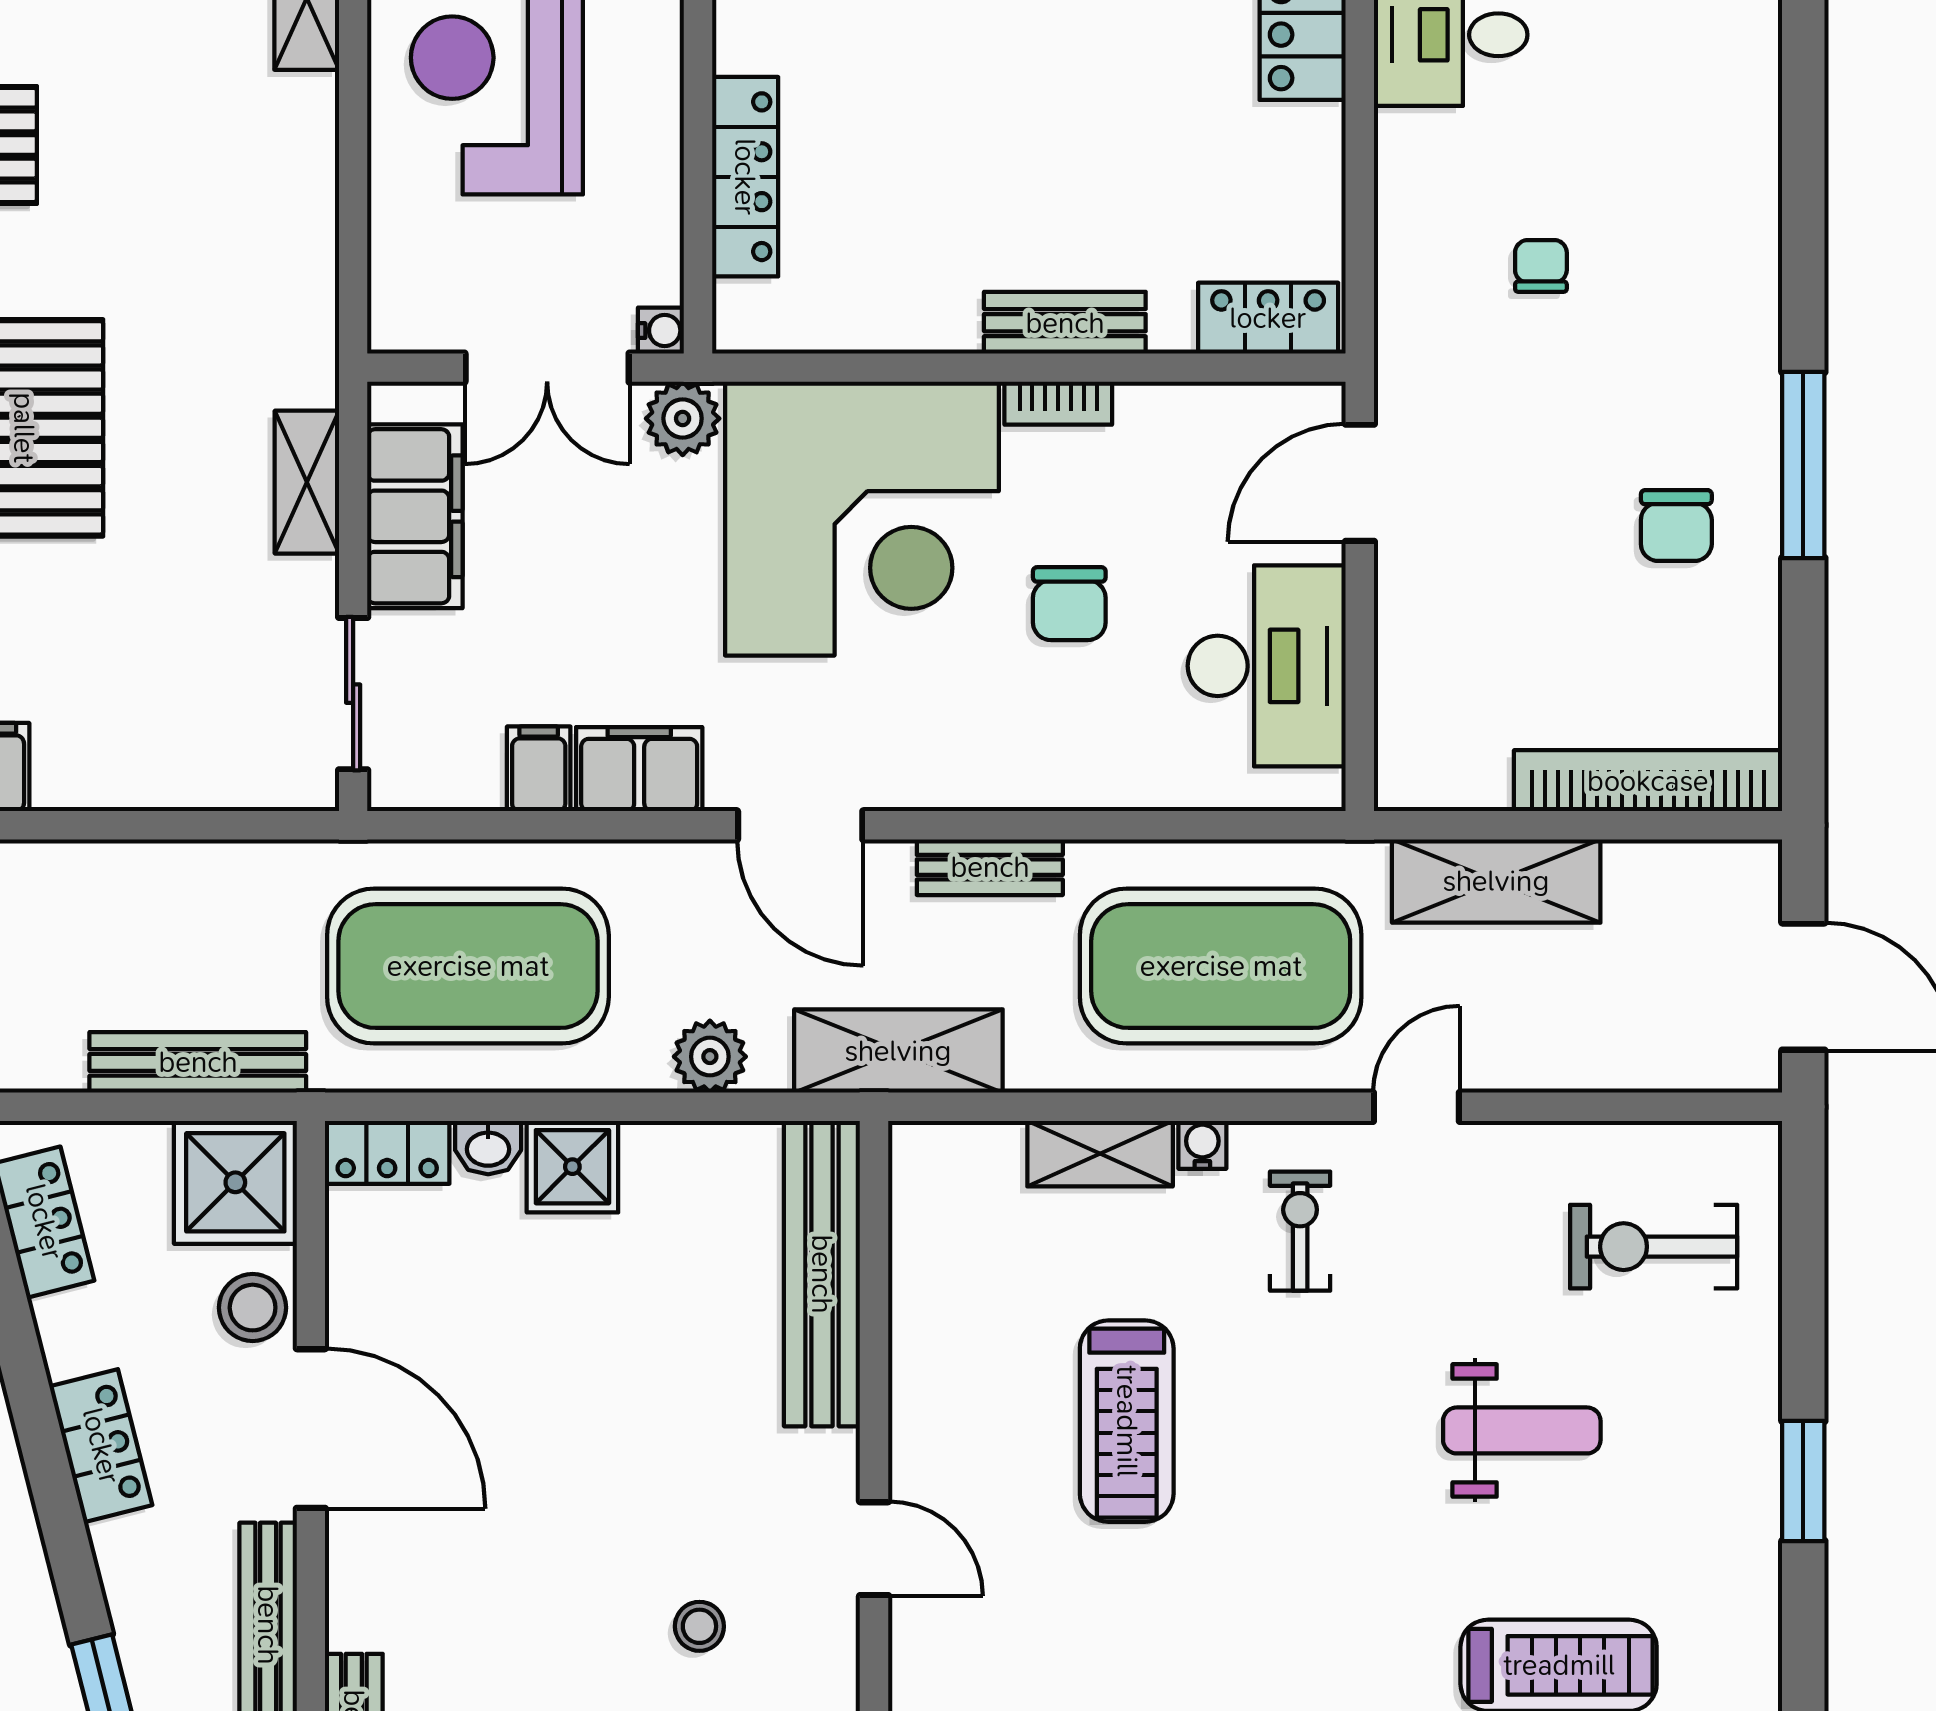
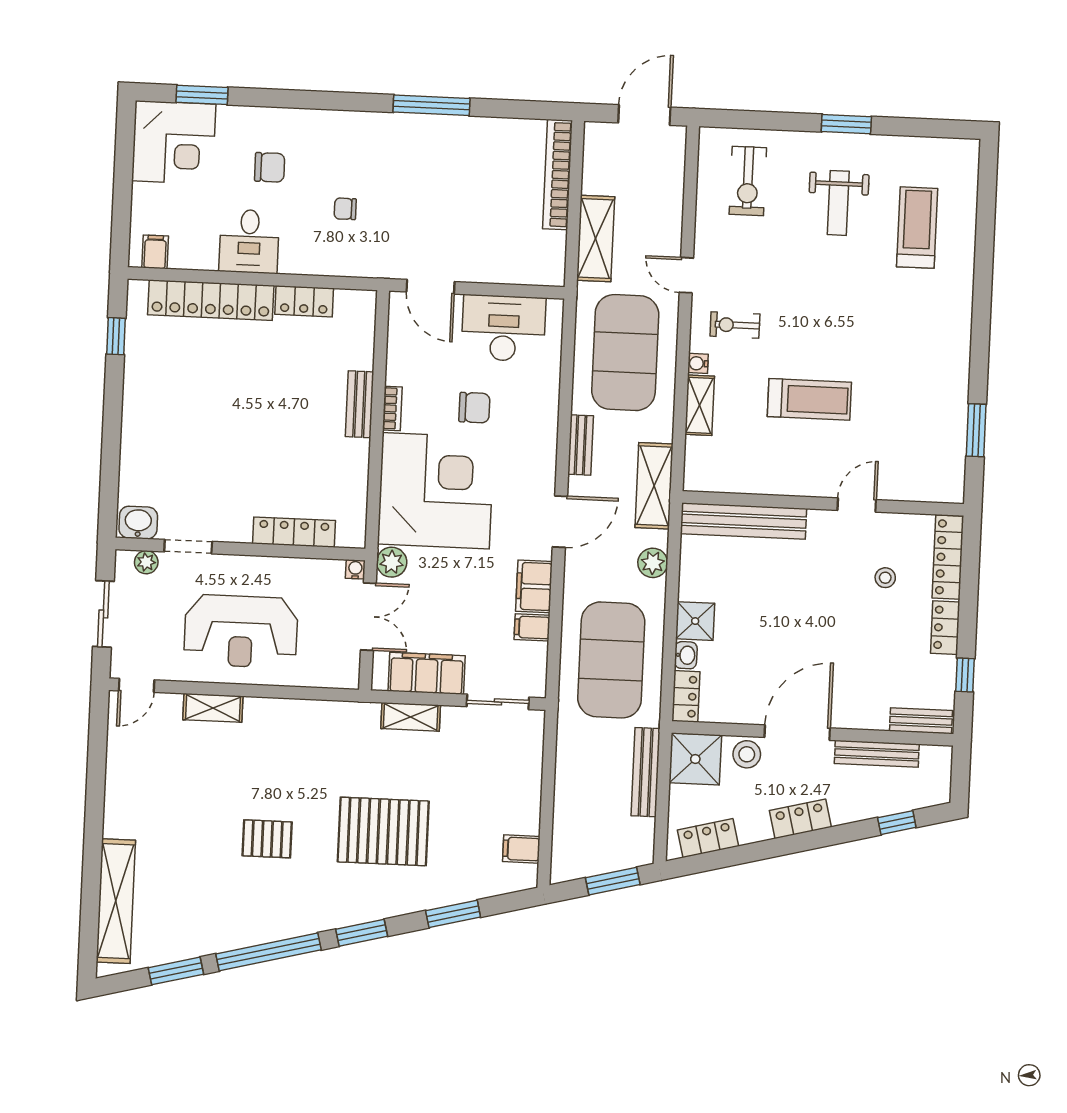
locker: (1268, 318) -> (304, 301), moved, turned -90
chair: (1676, 526) -> (270, 167), moved
weight bench: (1522, 1430) -> (838, 203), moved, turned 180

